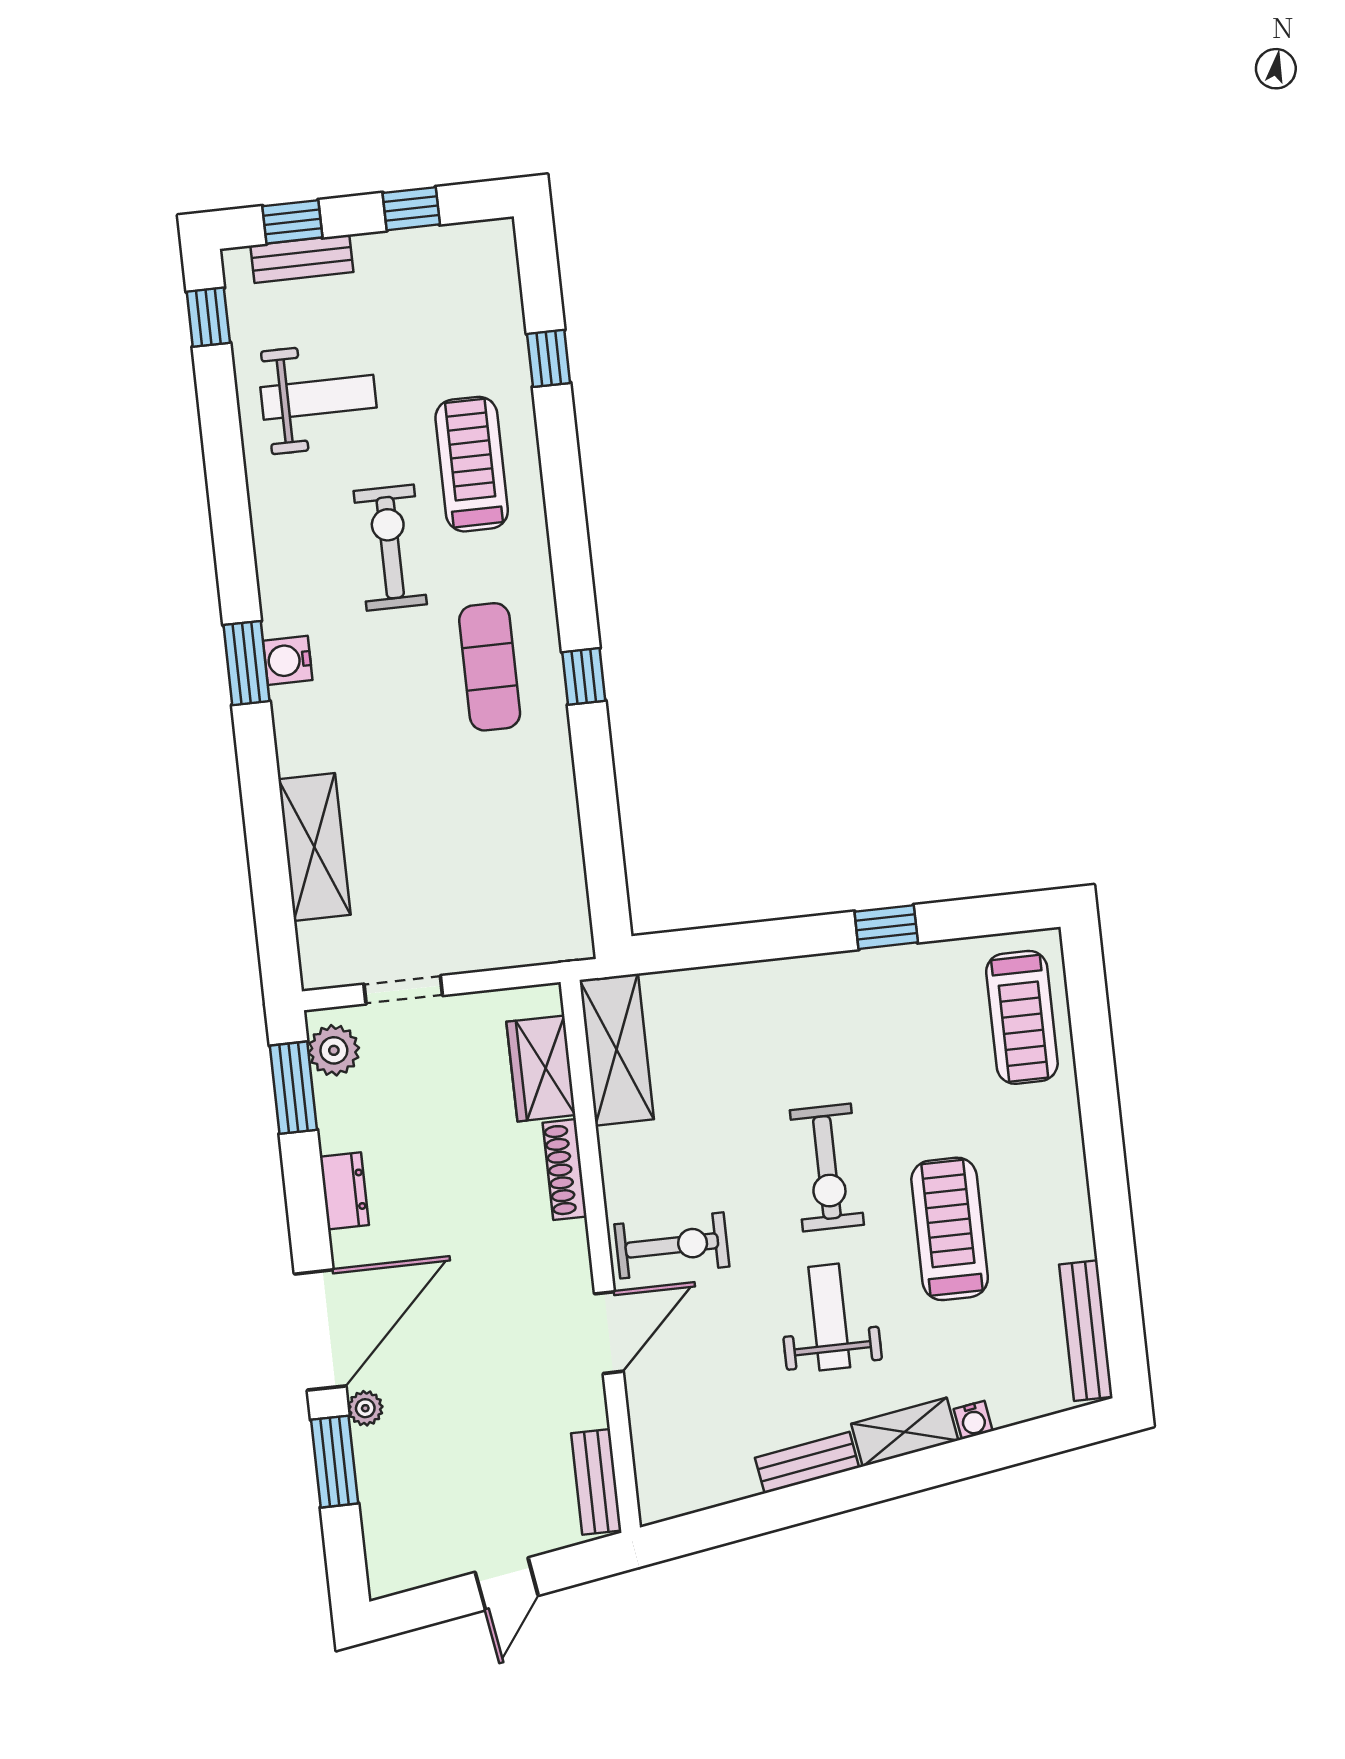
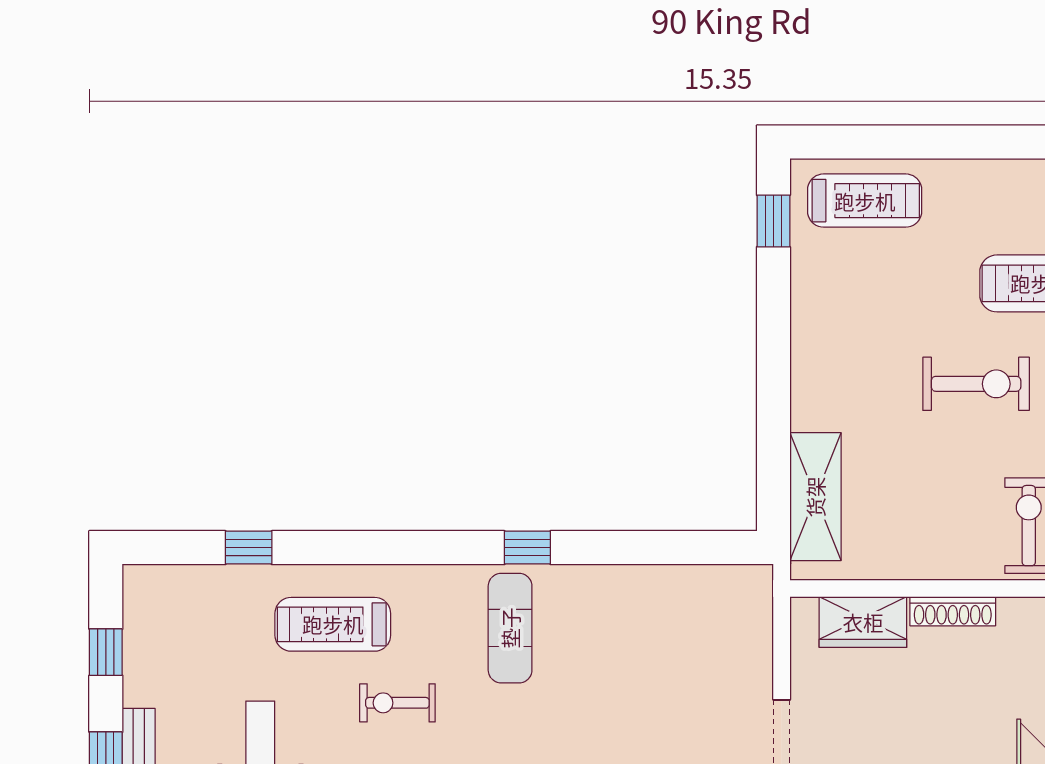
exercise bike: (390, 548) -> (397, 703), width x0.73, depth x0.72
exercise mat: (490, 667) -> (510, 628), turned 90
window: (886, 927) -> (773, 221), moved
shelving: (617, 1050) -> (815, 497), moved, turned 90

